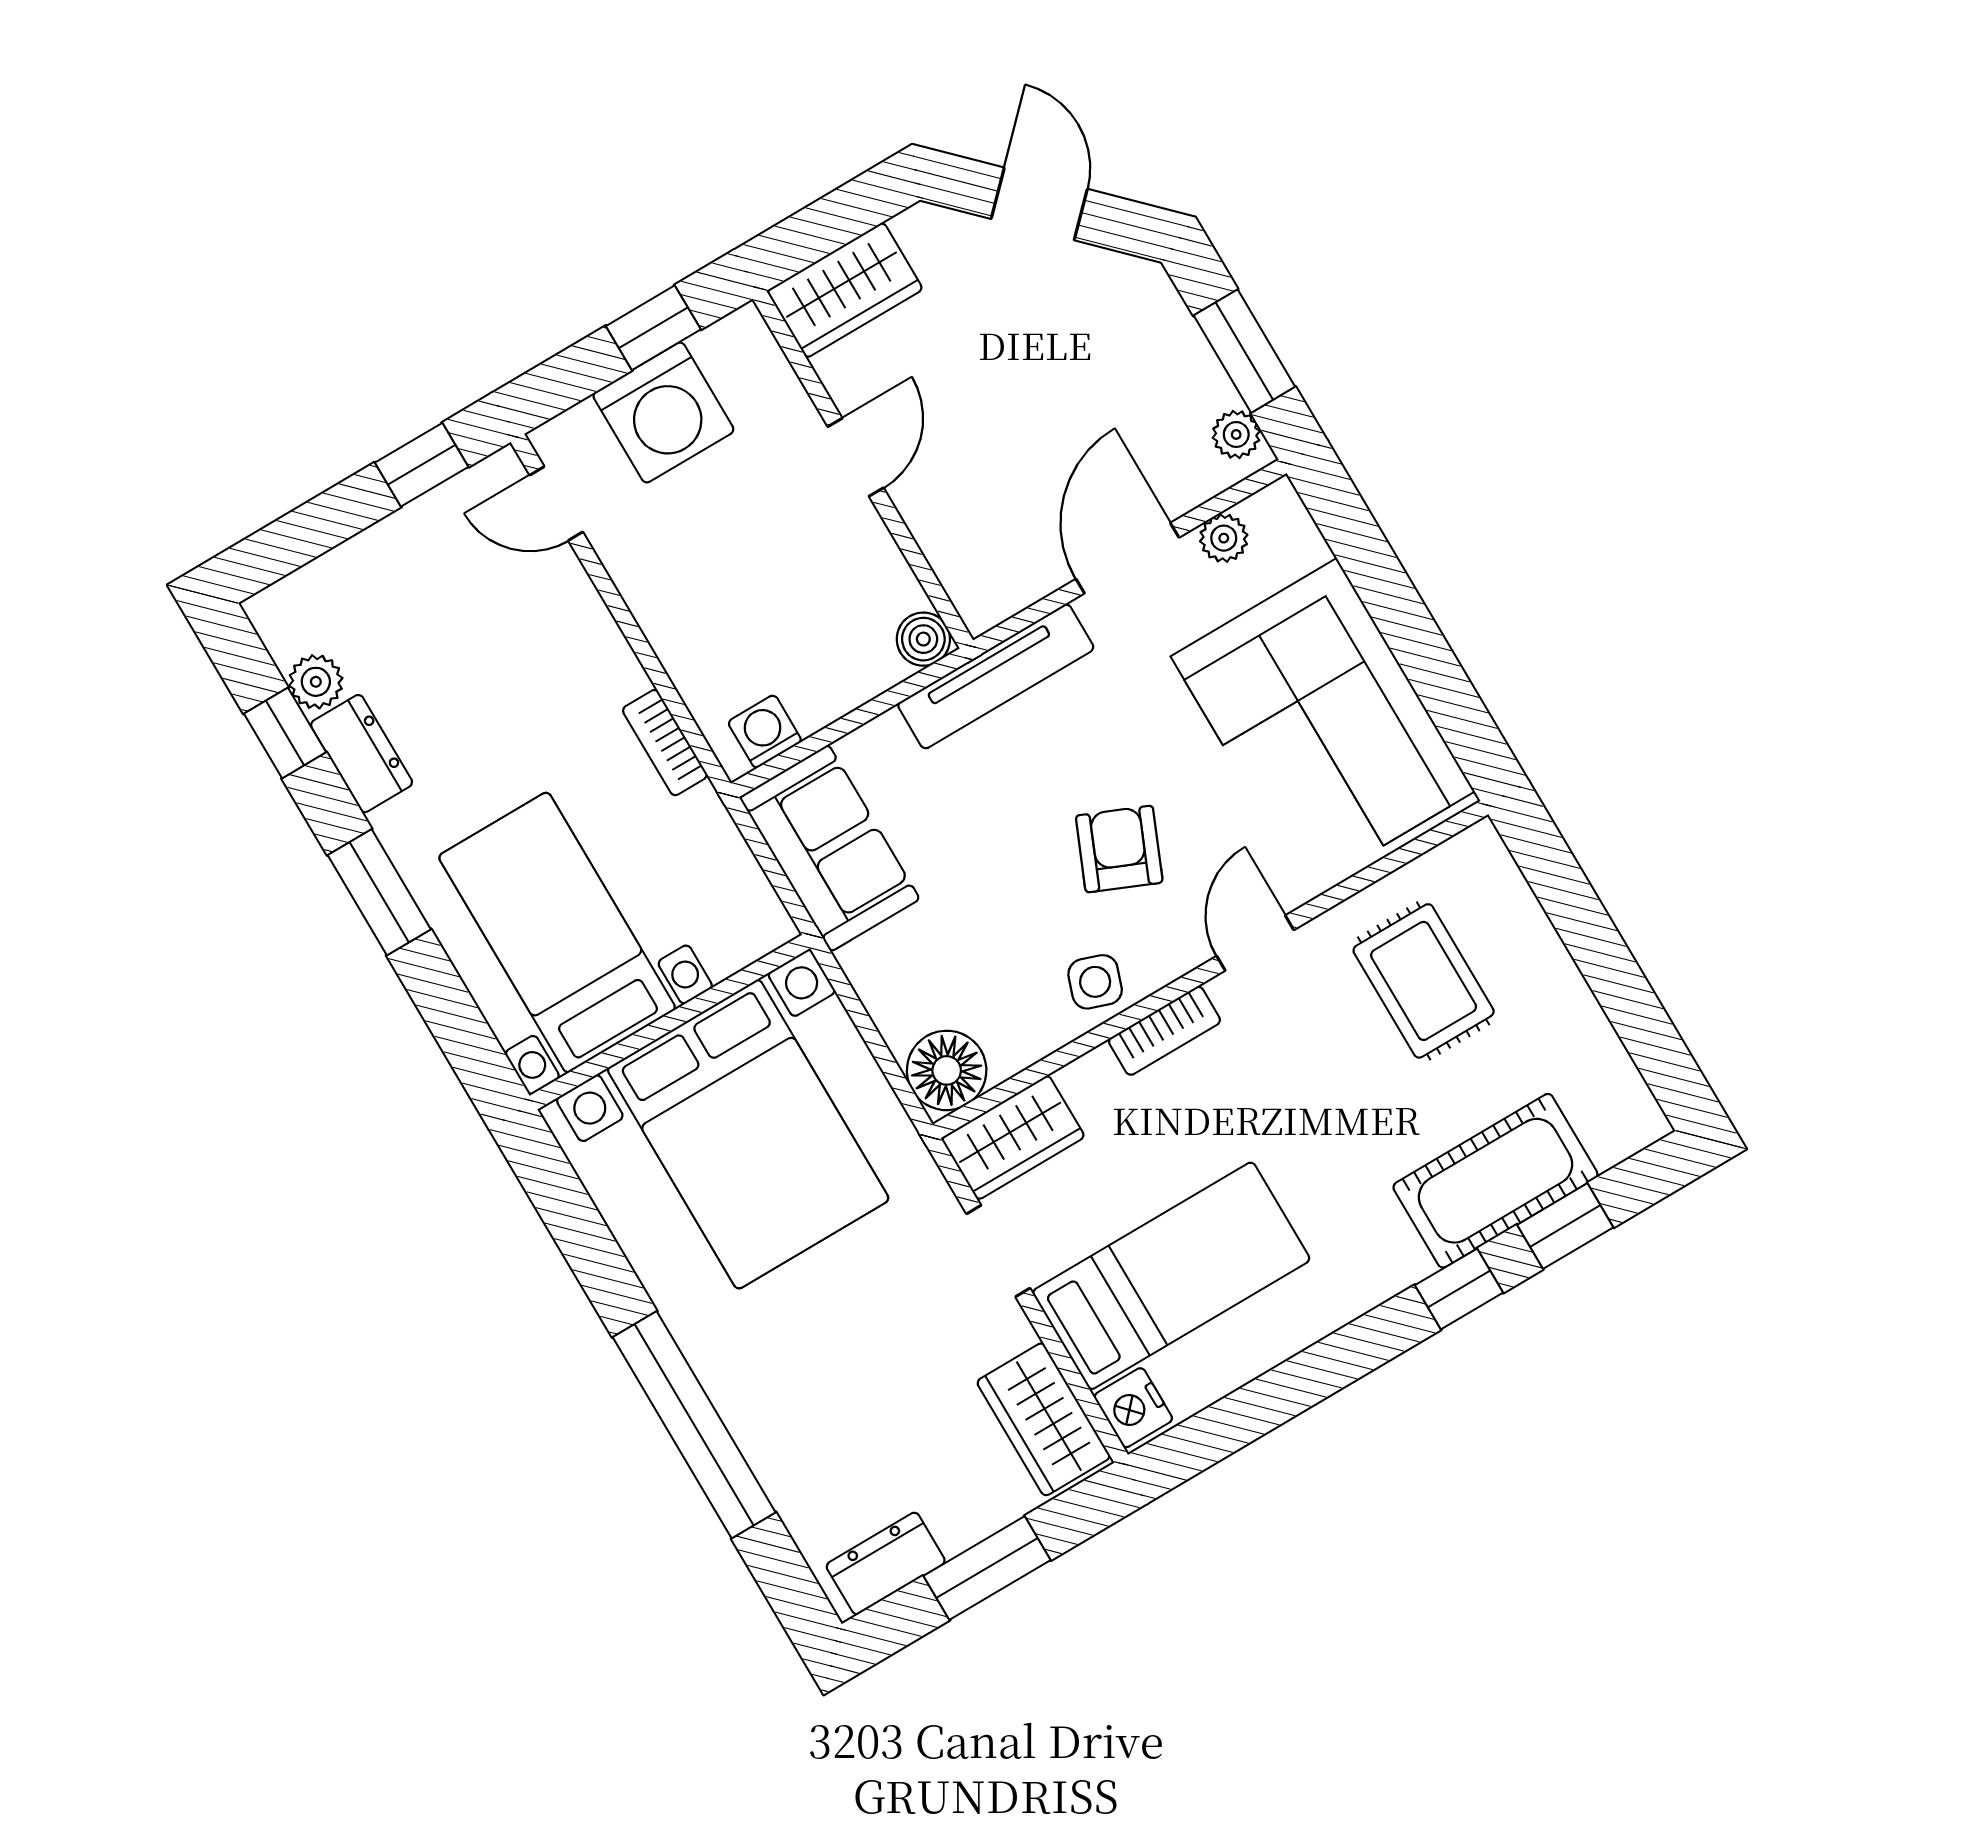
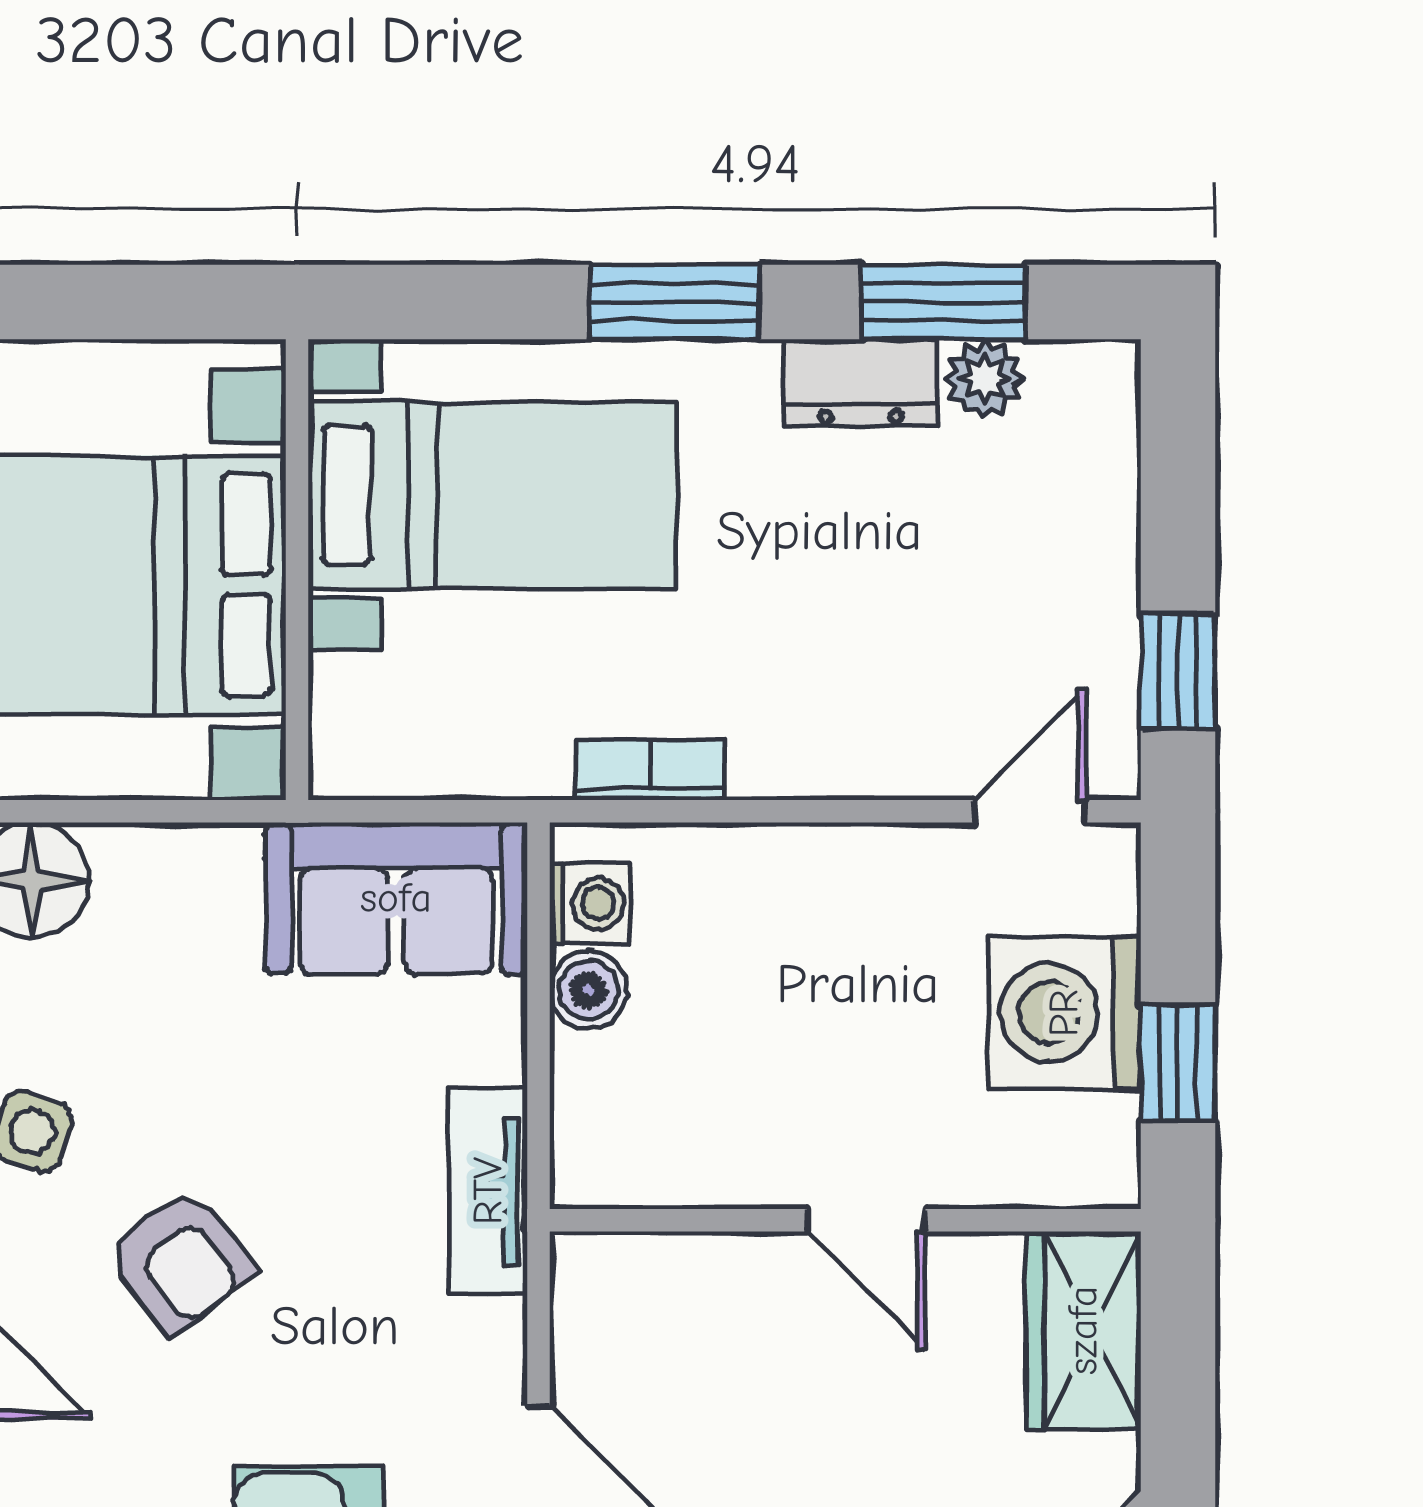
boiler: (923, 639) -> (588, 990), moved
tv unit: (996, 676) -> (488, 1191), width x0.71
window: (285, 733) -> (943, 302), width x1.50
armchair: (1119, 849) -> (181, 1260), turned 30

